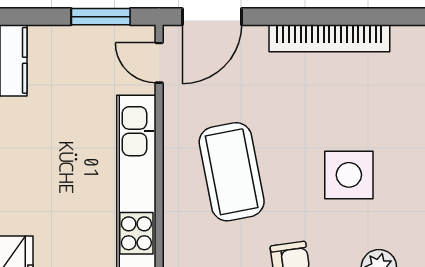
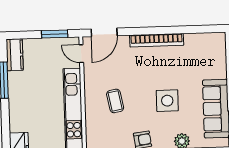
coffee table: (232, 172) -> (115, 101), width x0.54, depth x0.58

